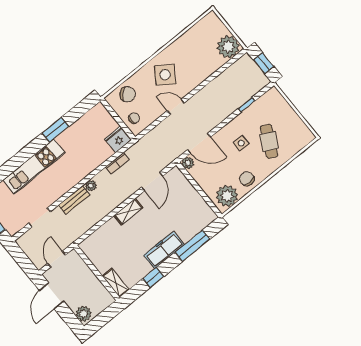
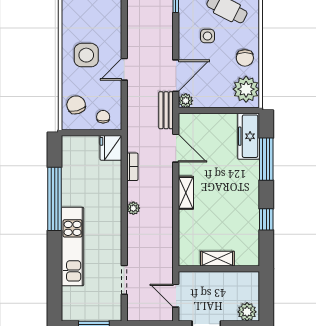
side table: (165, 75) -> (86, 55), turned -34
chair: (128, 94) -> (76, 105), turned -59
window: (55, 130) -> (55, 199), width x2.11
chair: (247, 179) -> (245, 58), turned -90
bench: (74, 200) -> (166, 110), moved
freezer: (164, 250) -> (249, 136), moved
shelving: (116, 283) -> (217, 259), moved

